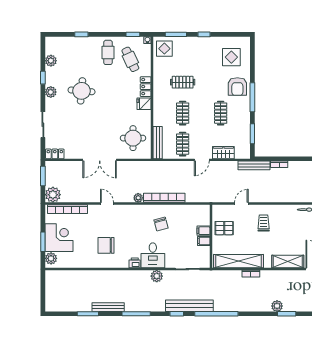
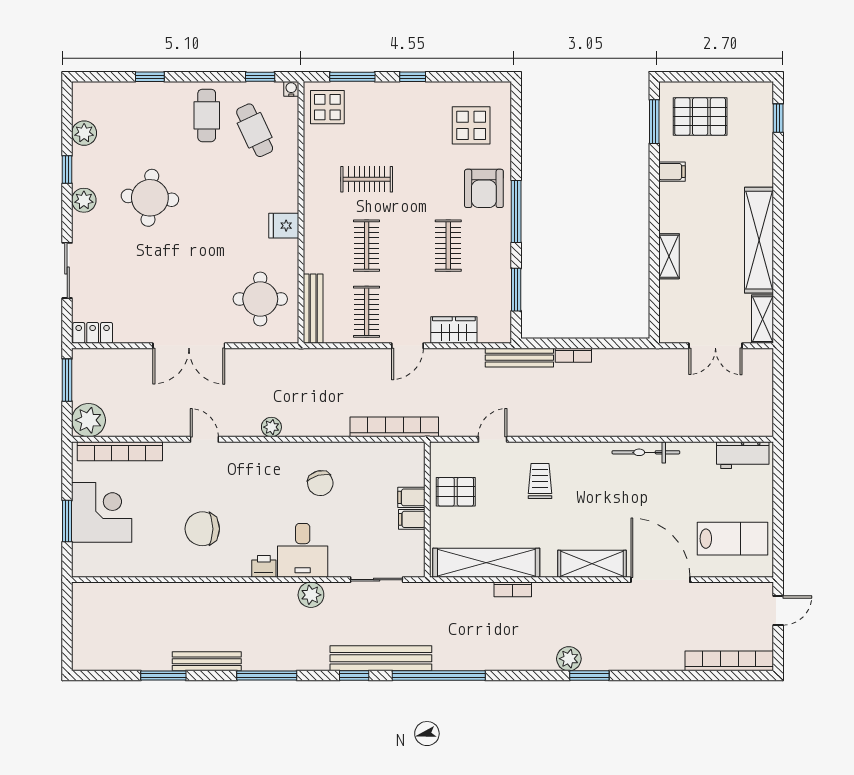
locker: (146, 87) -> (287, 189), removed
bookcase: (164, 198) -> (394, 427), moved
plant: (51, 258) -> (84, 557), removed

